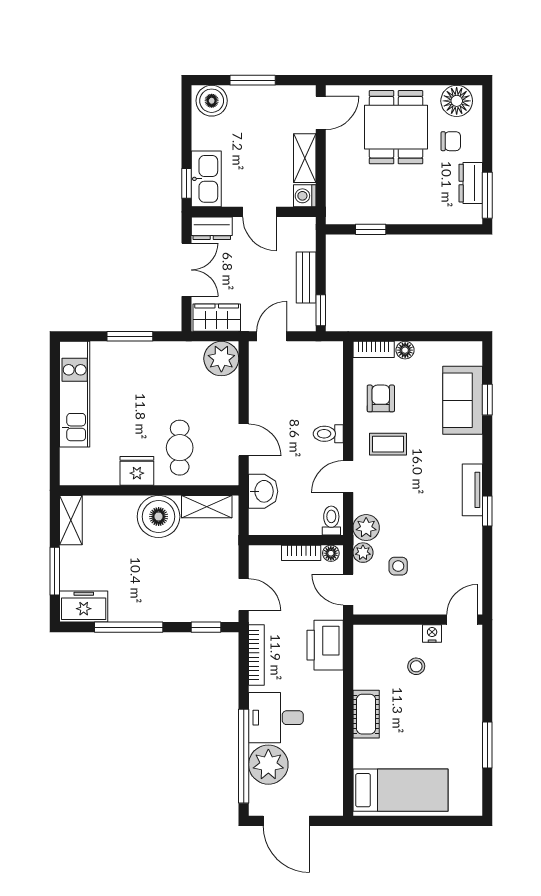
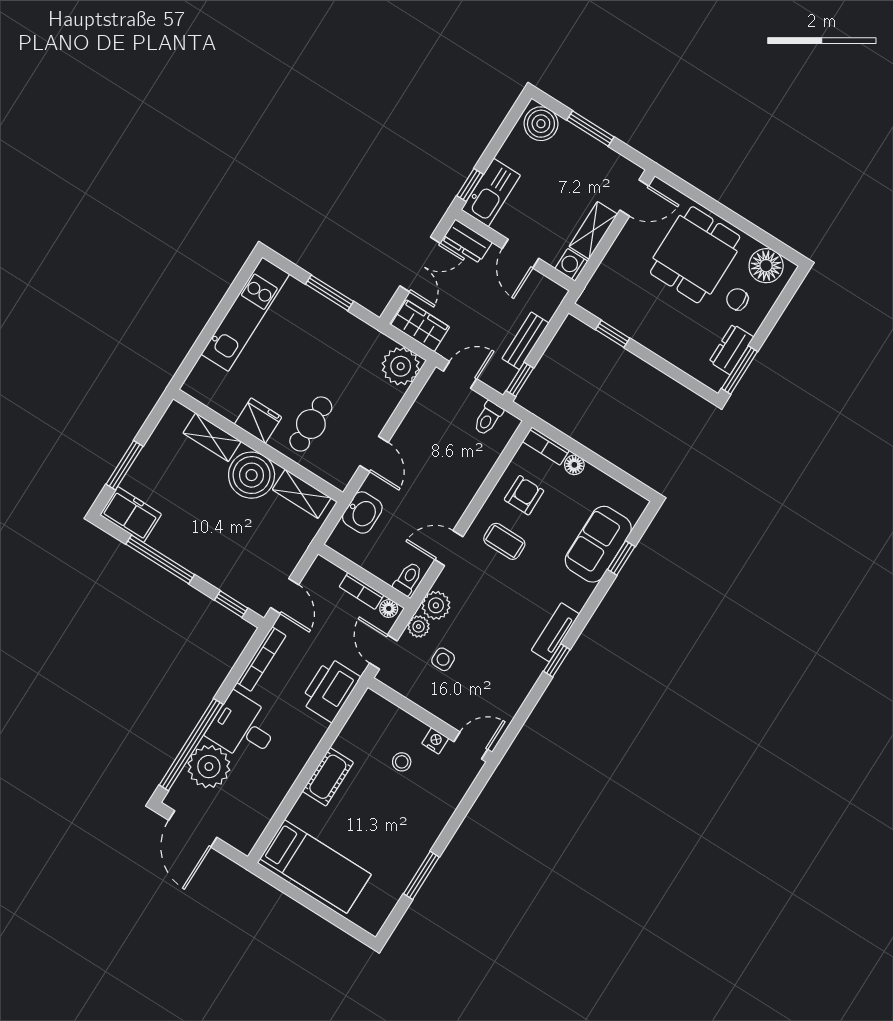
chair: (451, 141) -> (737, 299), turned 180
toilet: (328, 434) -> (488, 418), moved, turned -90
shelving: (71, 520) -> (212, 437), moved, turned 90

